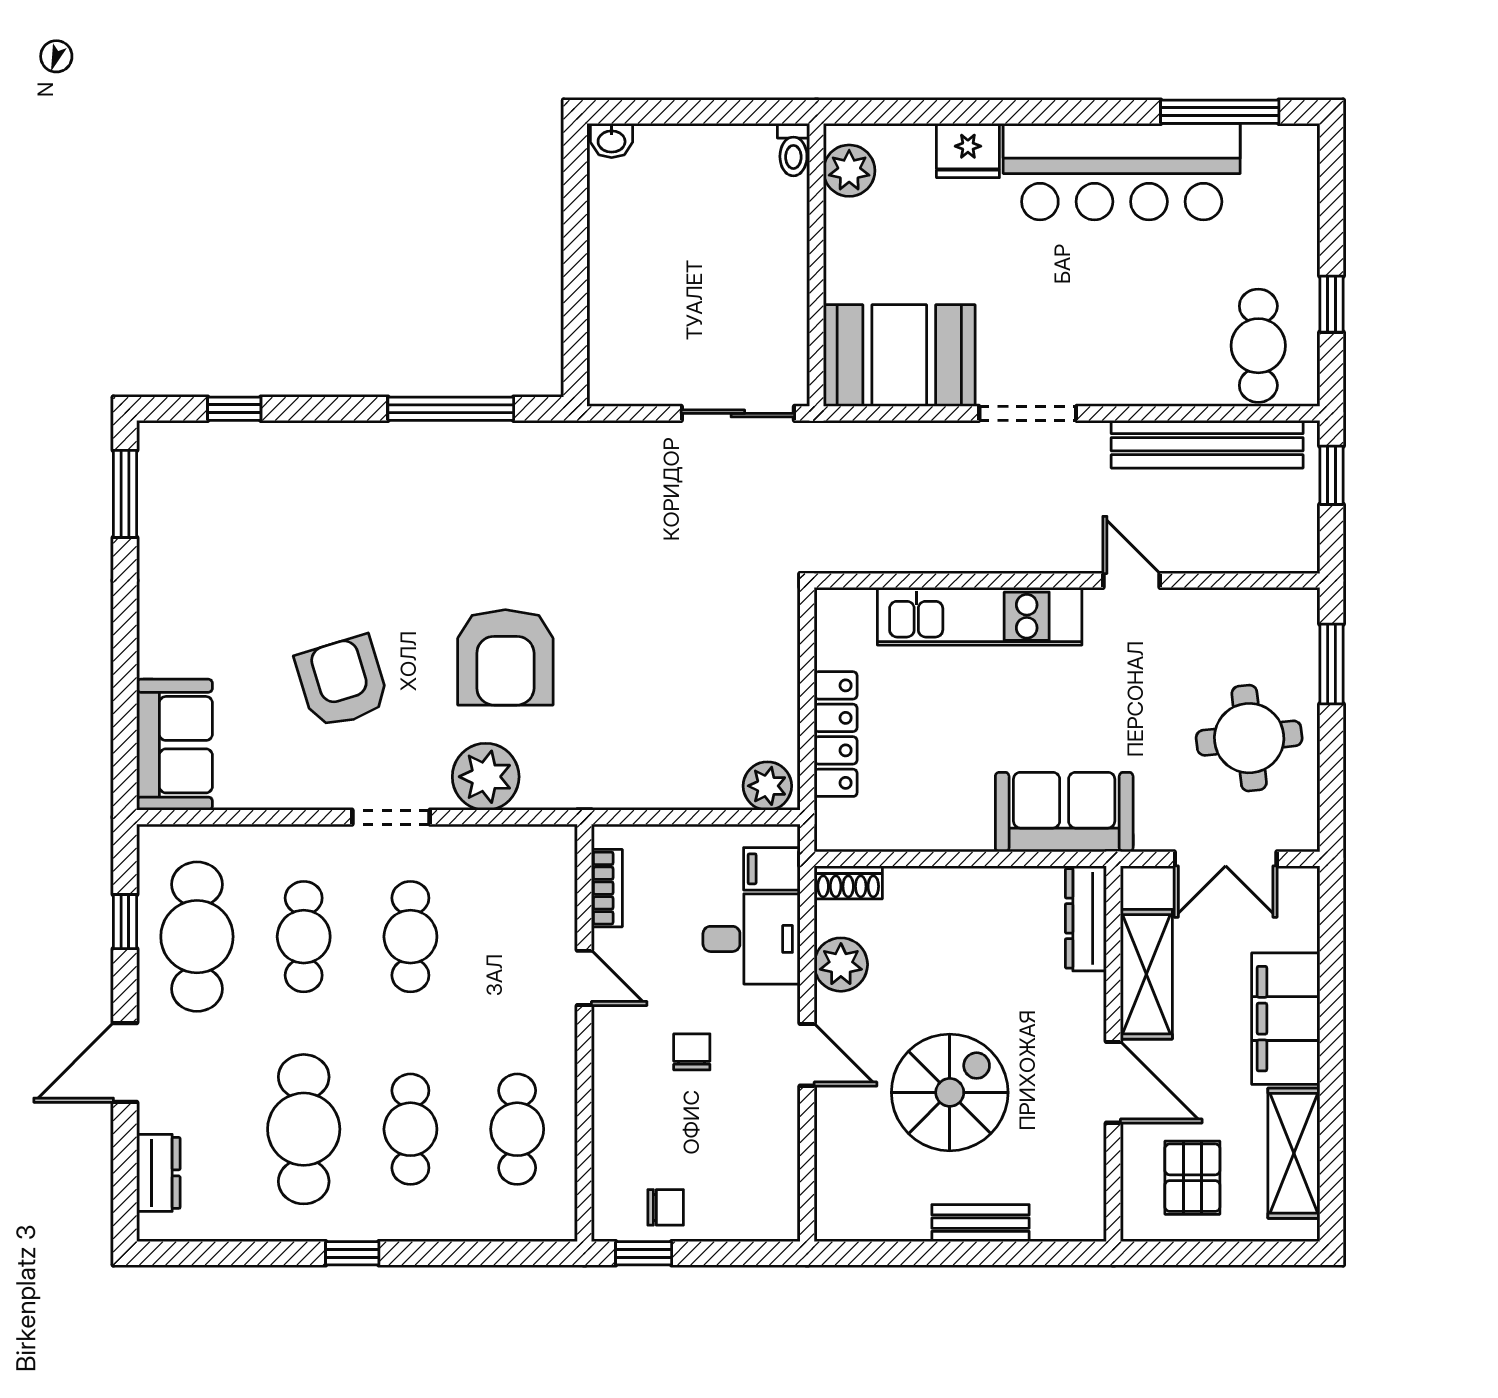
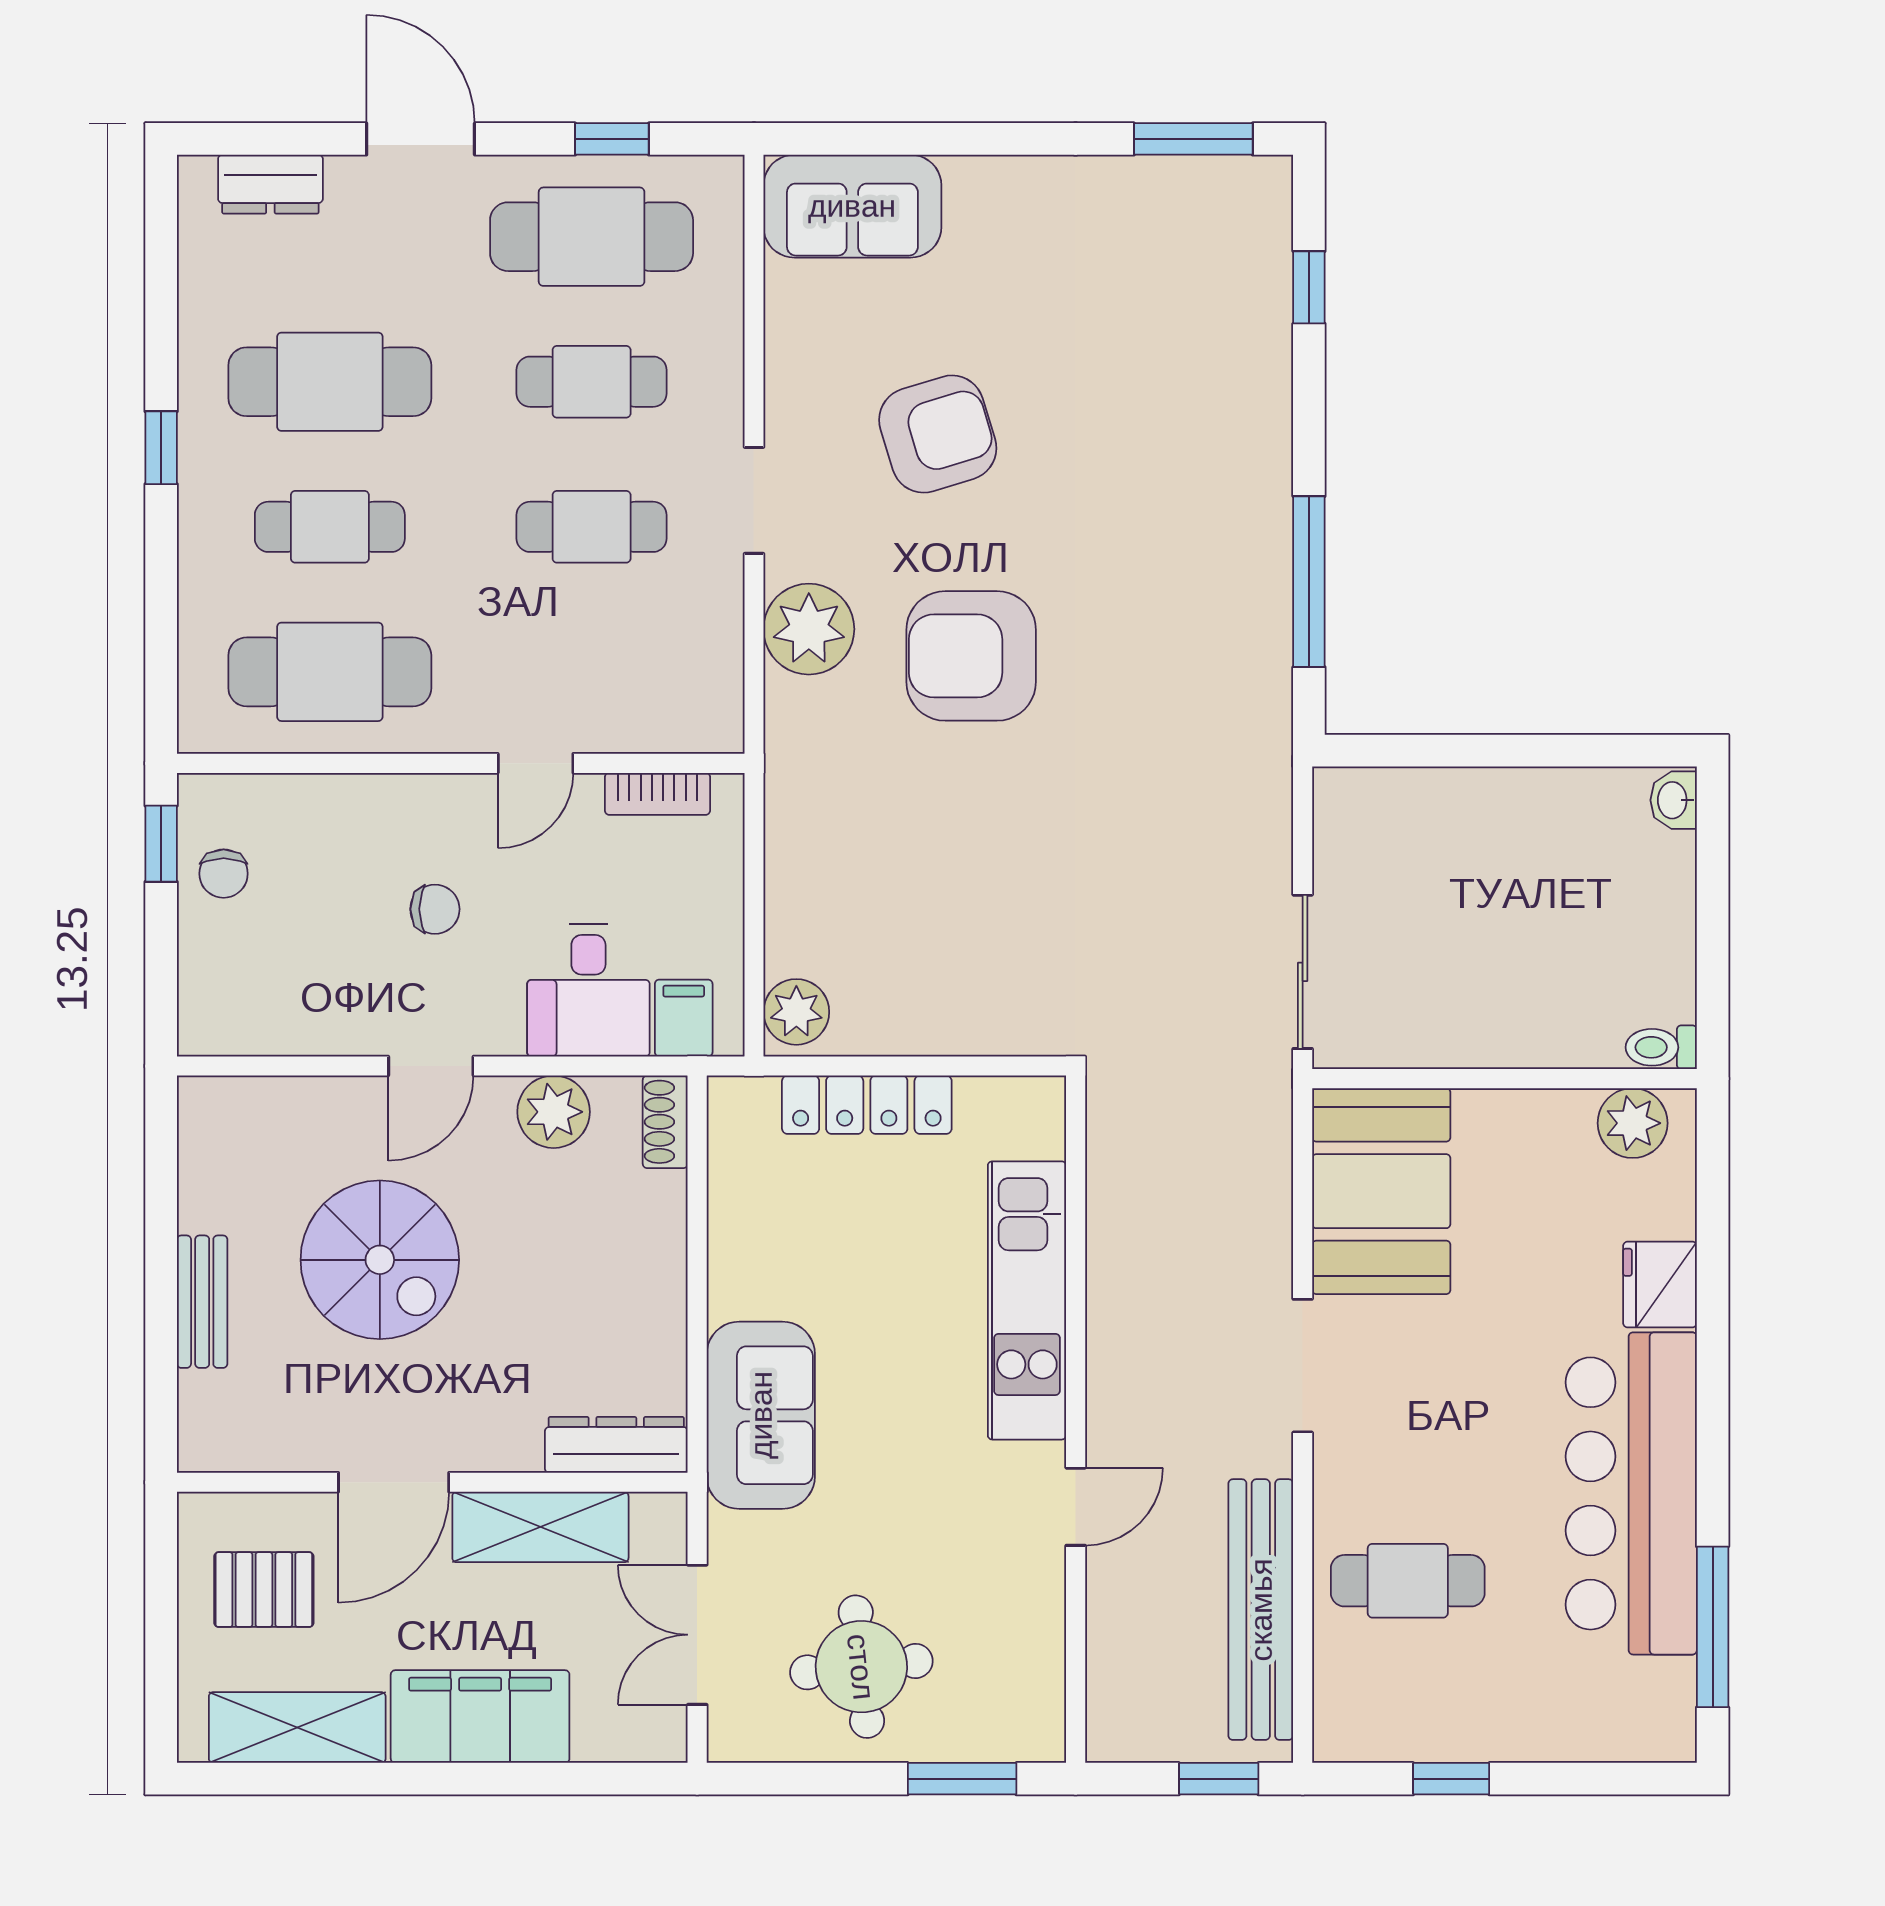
cafe table: (1258, 346) -> (1408, 1581), moved
cafe table: (517, 1129) -> (330, 672), width x1.37, depth x1.35

